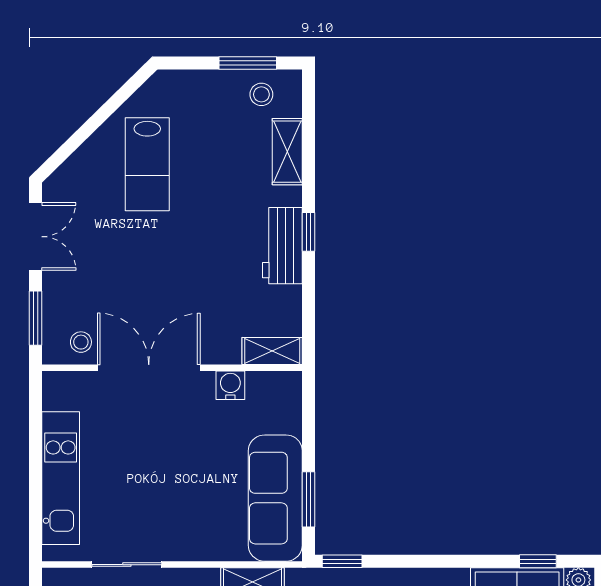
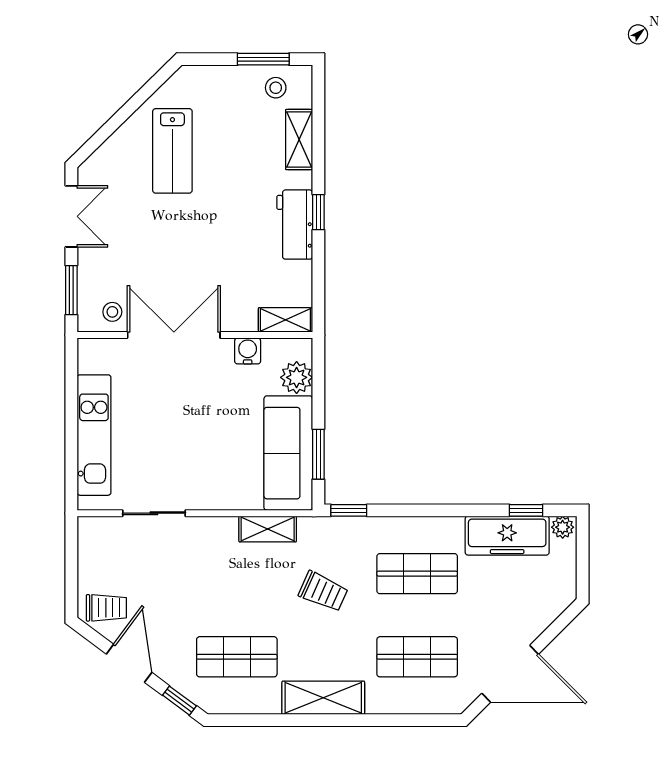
plant: (284, 415) -> (297, 377), added

